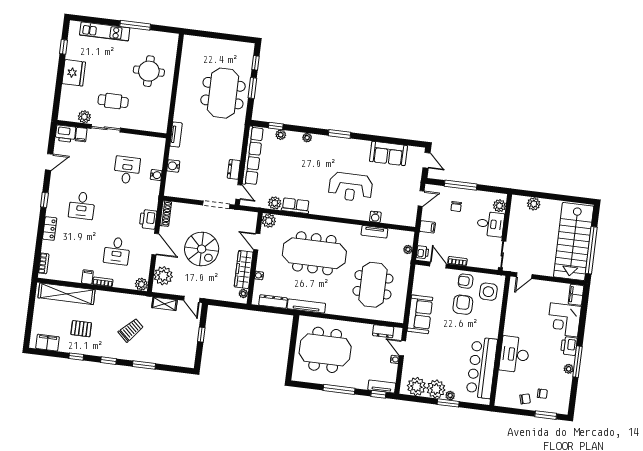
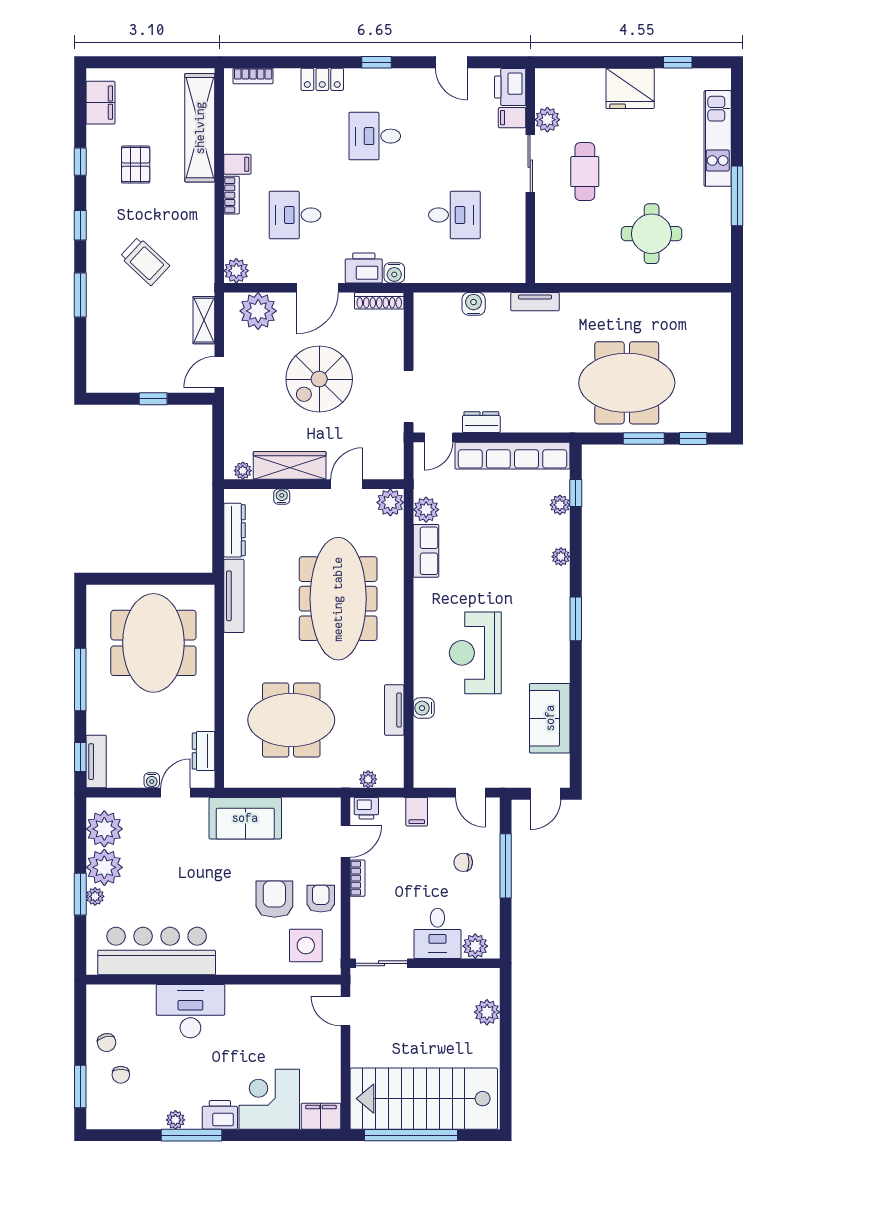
water cooler: (156, 175) -> (394, 273), moved
armchair: (463, 305) -> (274, 899), turned -90

